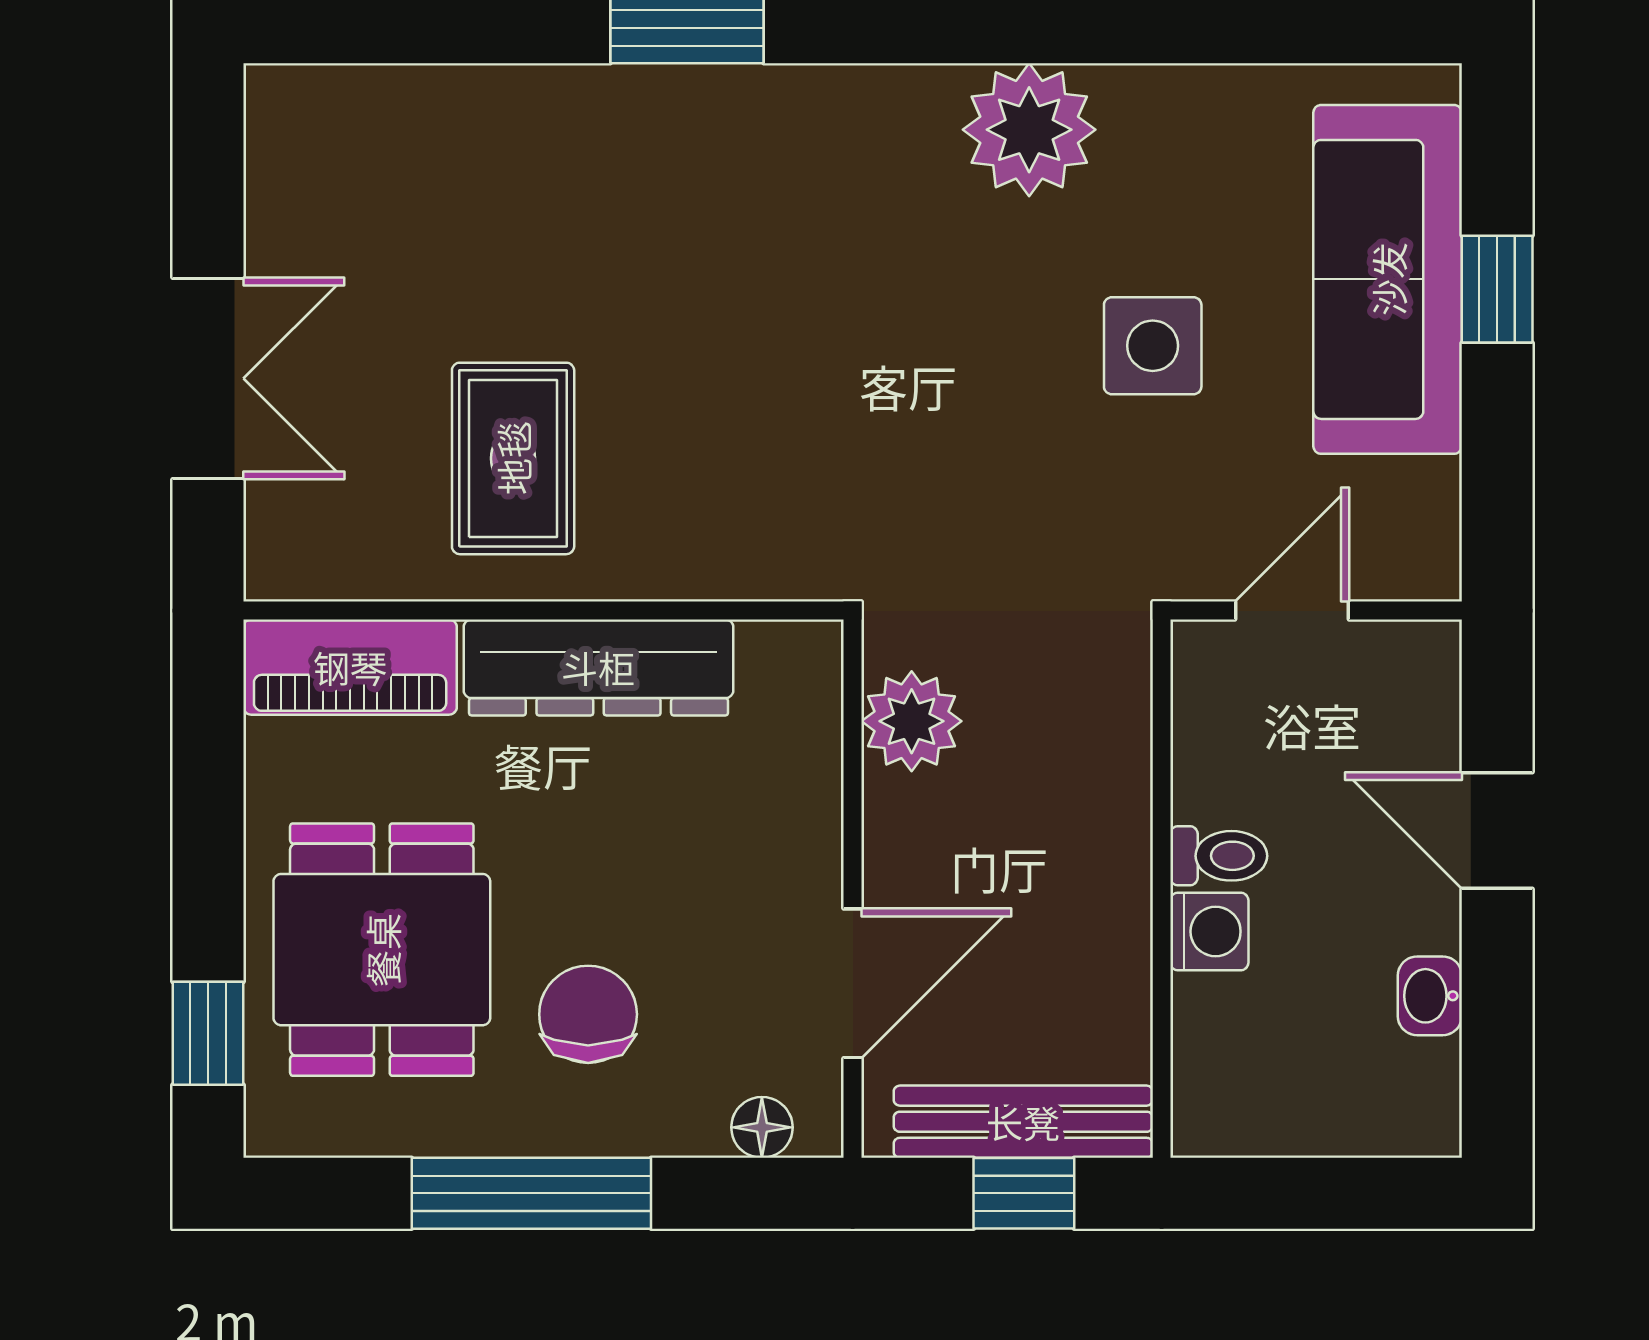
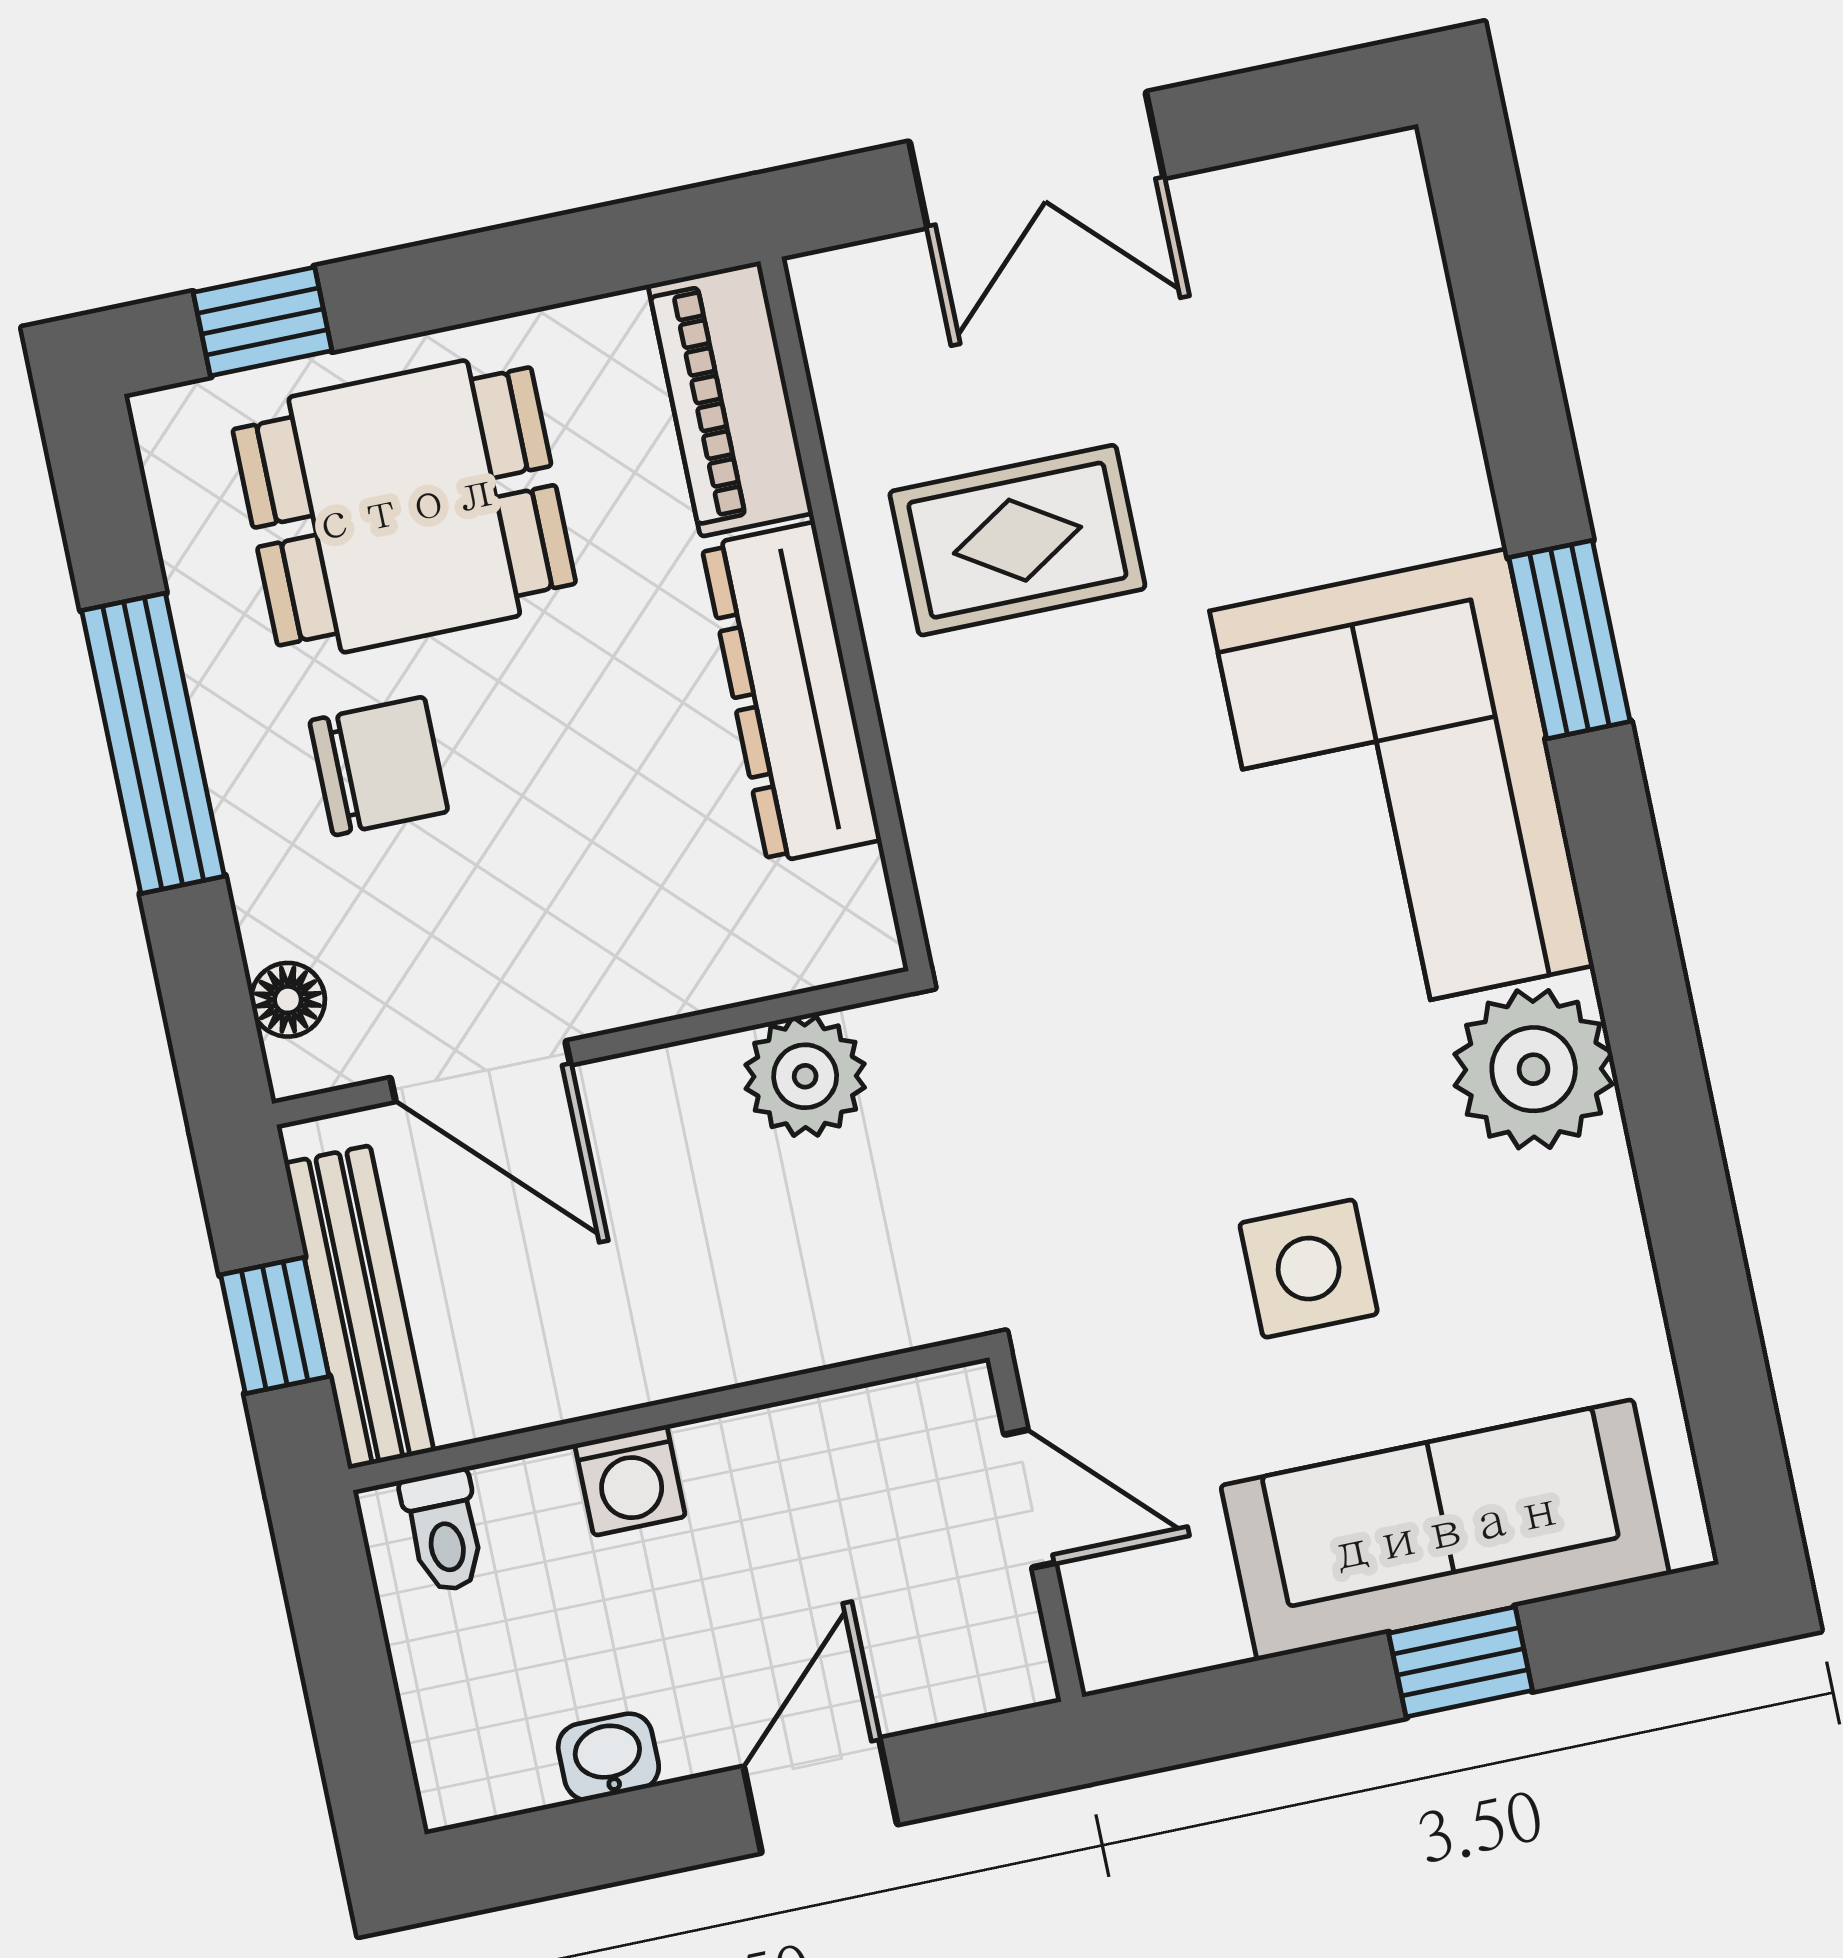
corner sofa: (779, 189) -> (1402, 788), added
toilet: (1219, 856) -> (444, 1531), moved

